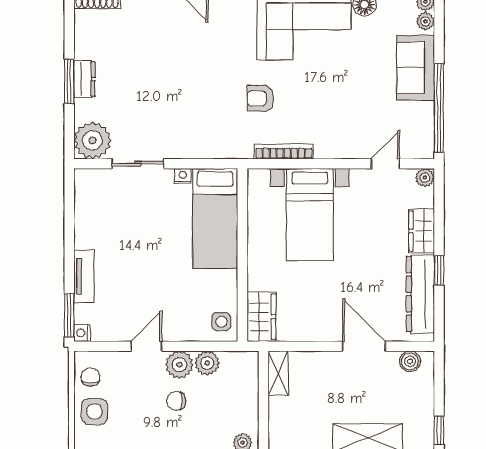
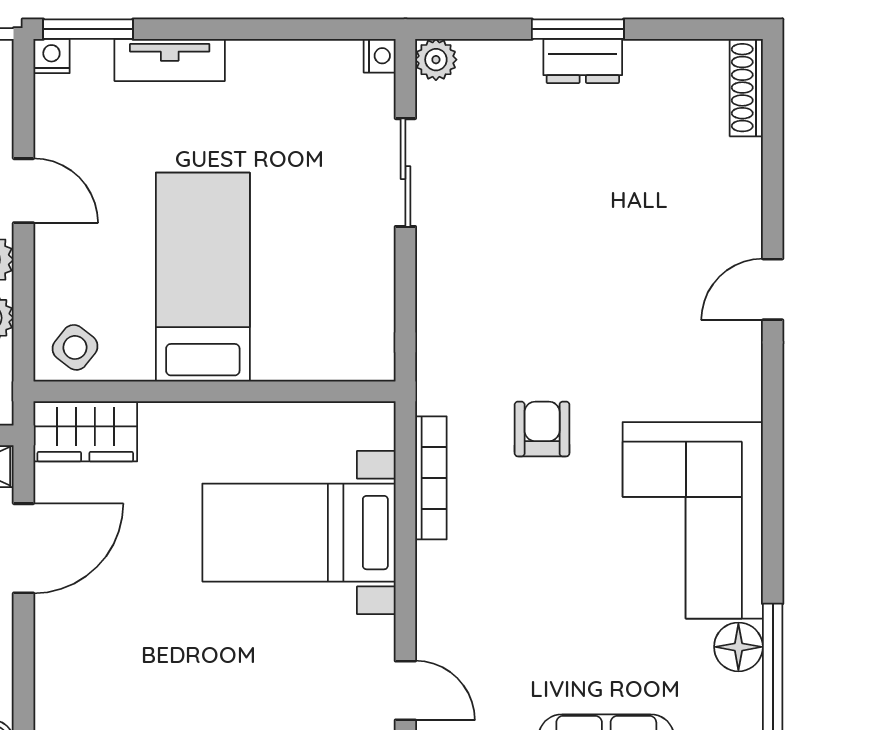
plant: (92, 140) -> (436, 60), width x0.53, depth x0.53
nightstand: (183, 176) -> (380, 56), moved
bed: (215, 218) -> (203, 277), moved, turned 90
side table: (221, 322) -> (75, 347), turned 38
door: (364, 346) -> (24, 548), moved

